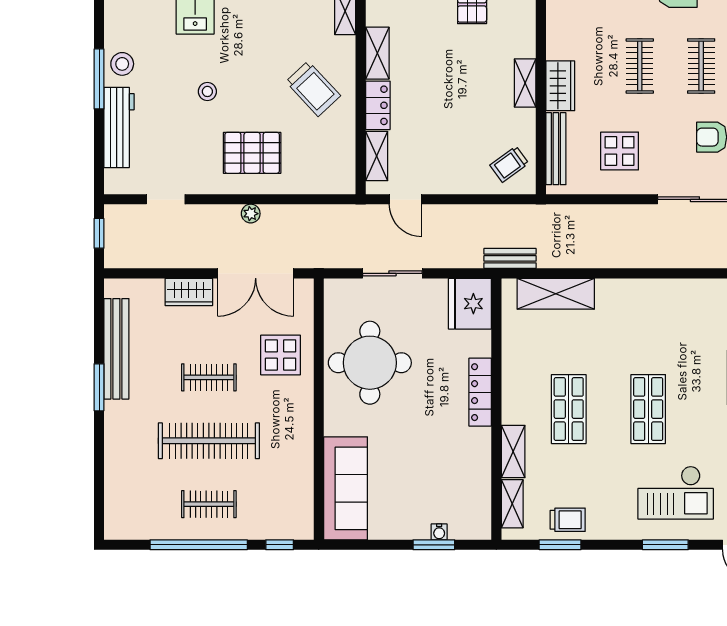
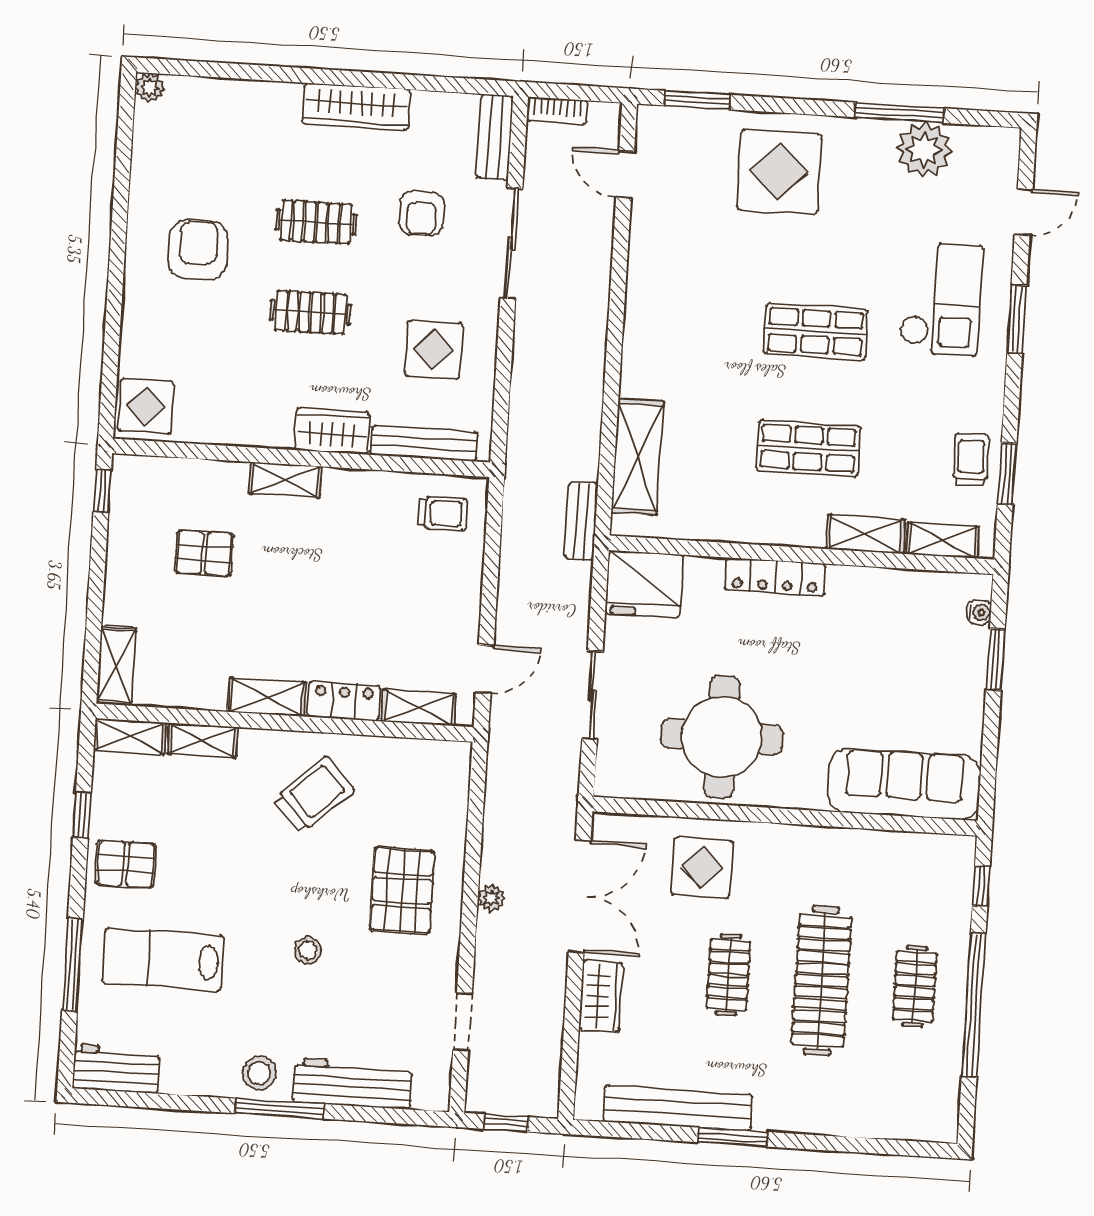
shelving: (525, 83) -> (285, 480), moved
trolley: (509, 164) -> (443, 513), turned -54
water cooler: (439, 532) -> (979, 612), moved

